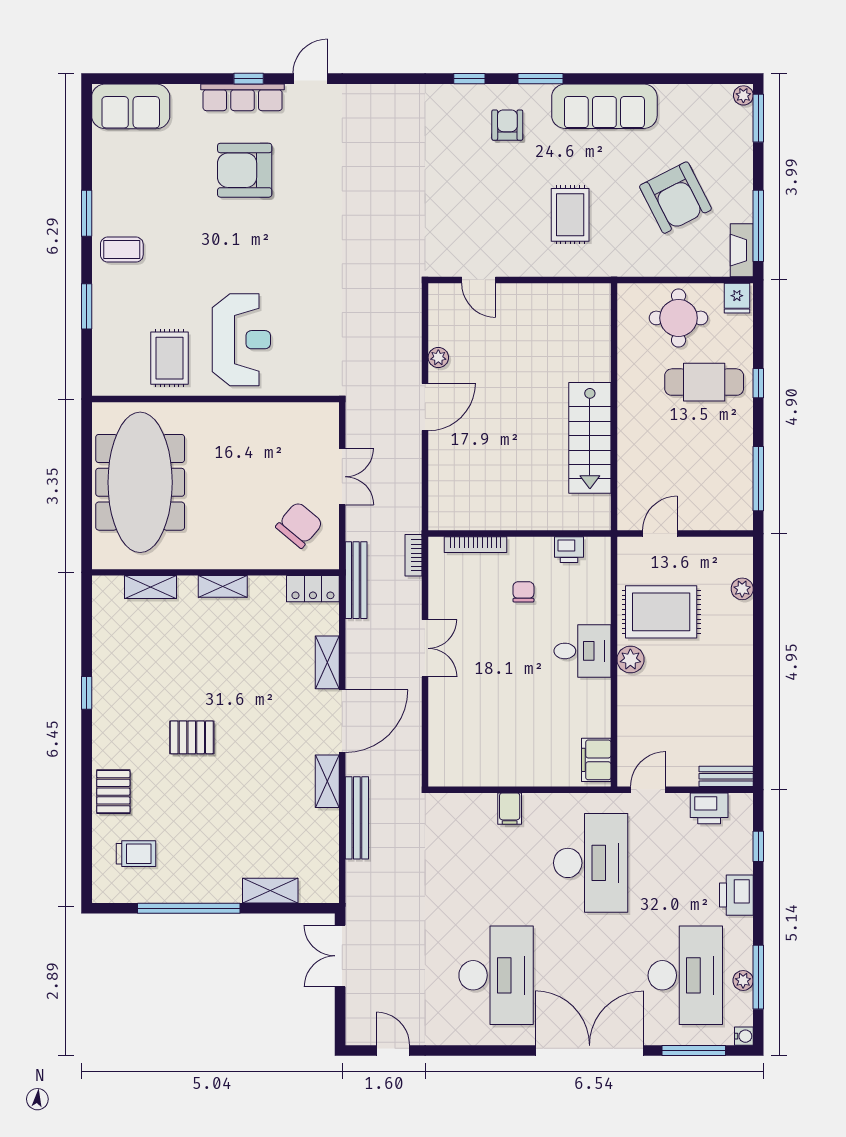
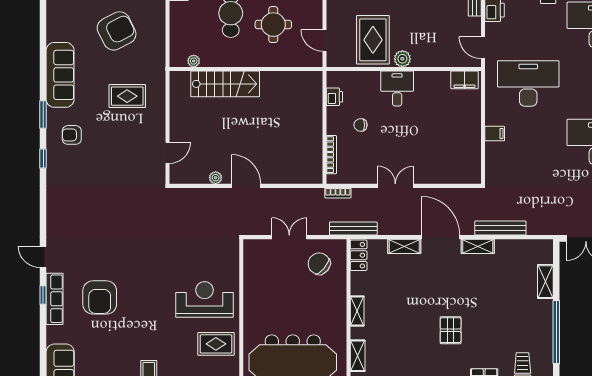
round table: (679, 318) -> (273, 25), moved
plant: (627, 322) -> (194, 61), added
stairs: (590, 438) -> (225, 84), moved

